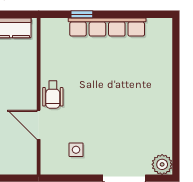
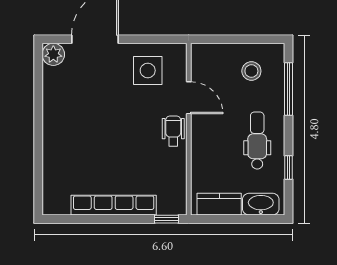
window: (82, 14) -> (167, 219), moved
side table: (76, 150) -> (148, 70), width x1.87, depth x1.87

